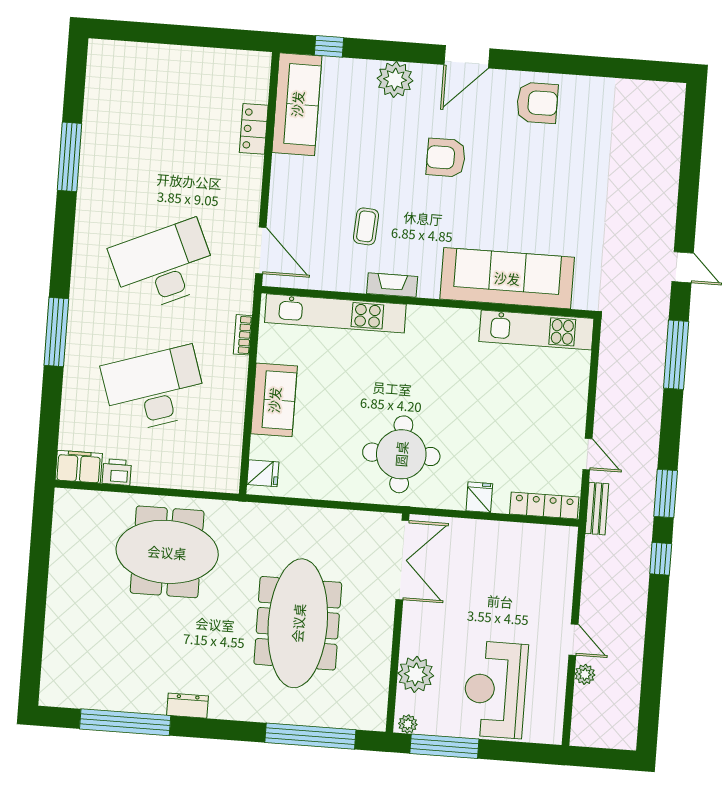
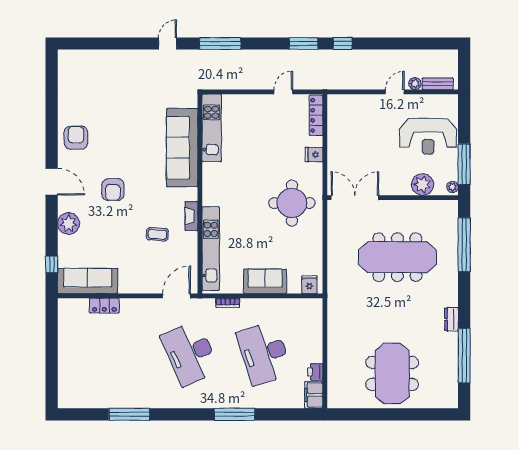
bench: (597, 509) -> (438, 84), moved
meeting table: (167, 552) -> (392, 373), moved

